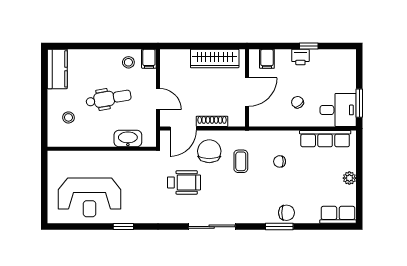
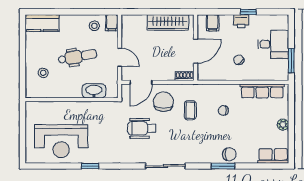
kitchen counter: (57, 69) -> (42, 23), moved, turned 90
desk: (338, 110) -> (273, 44), moved
shoe rack: (212, 121) -> (185, 76), moved, width x0.70
wheelchair: (184, 182) -> (142, 128), turned 180

